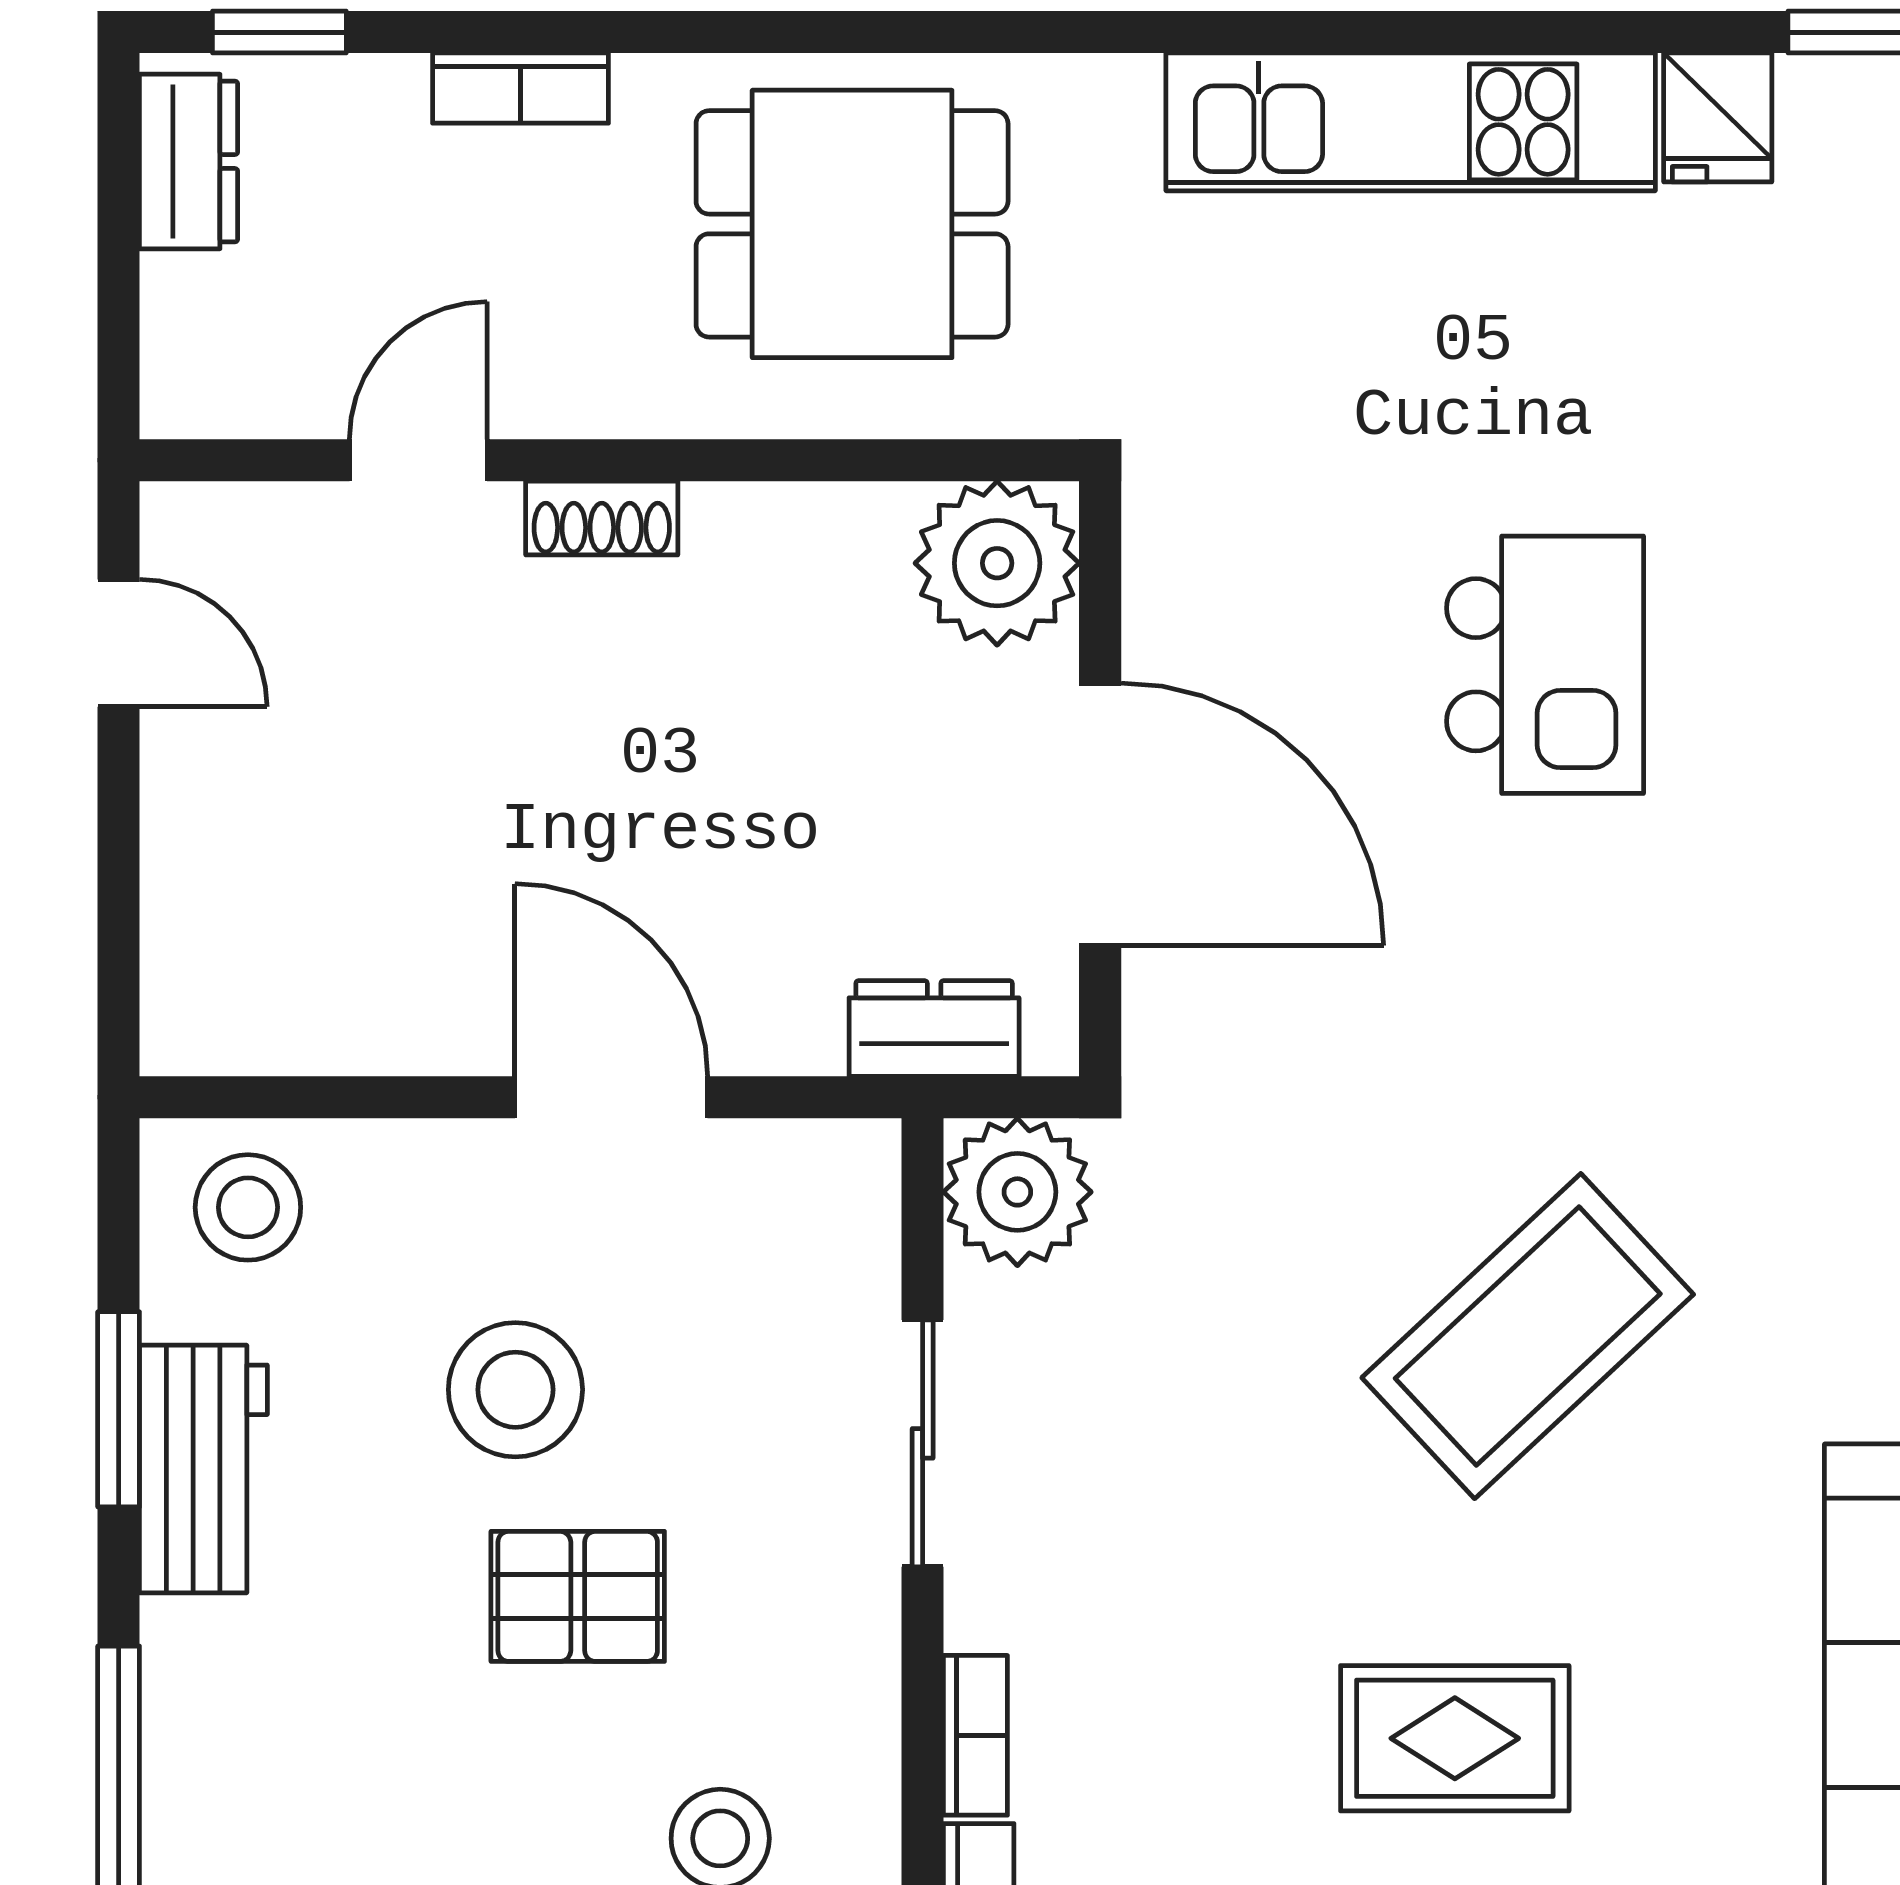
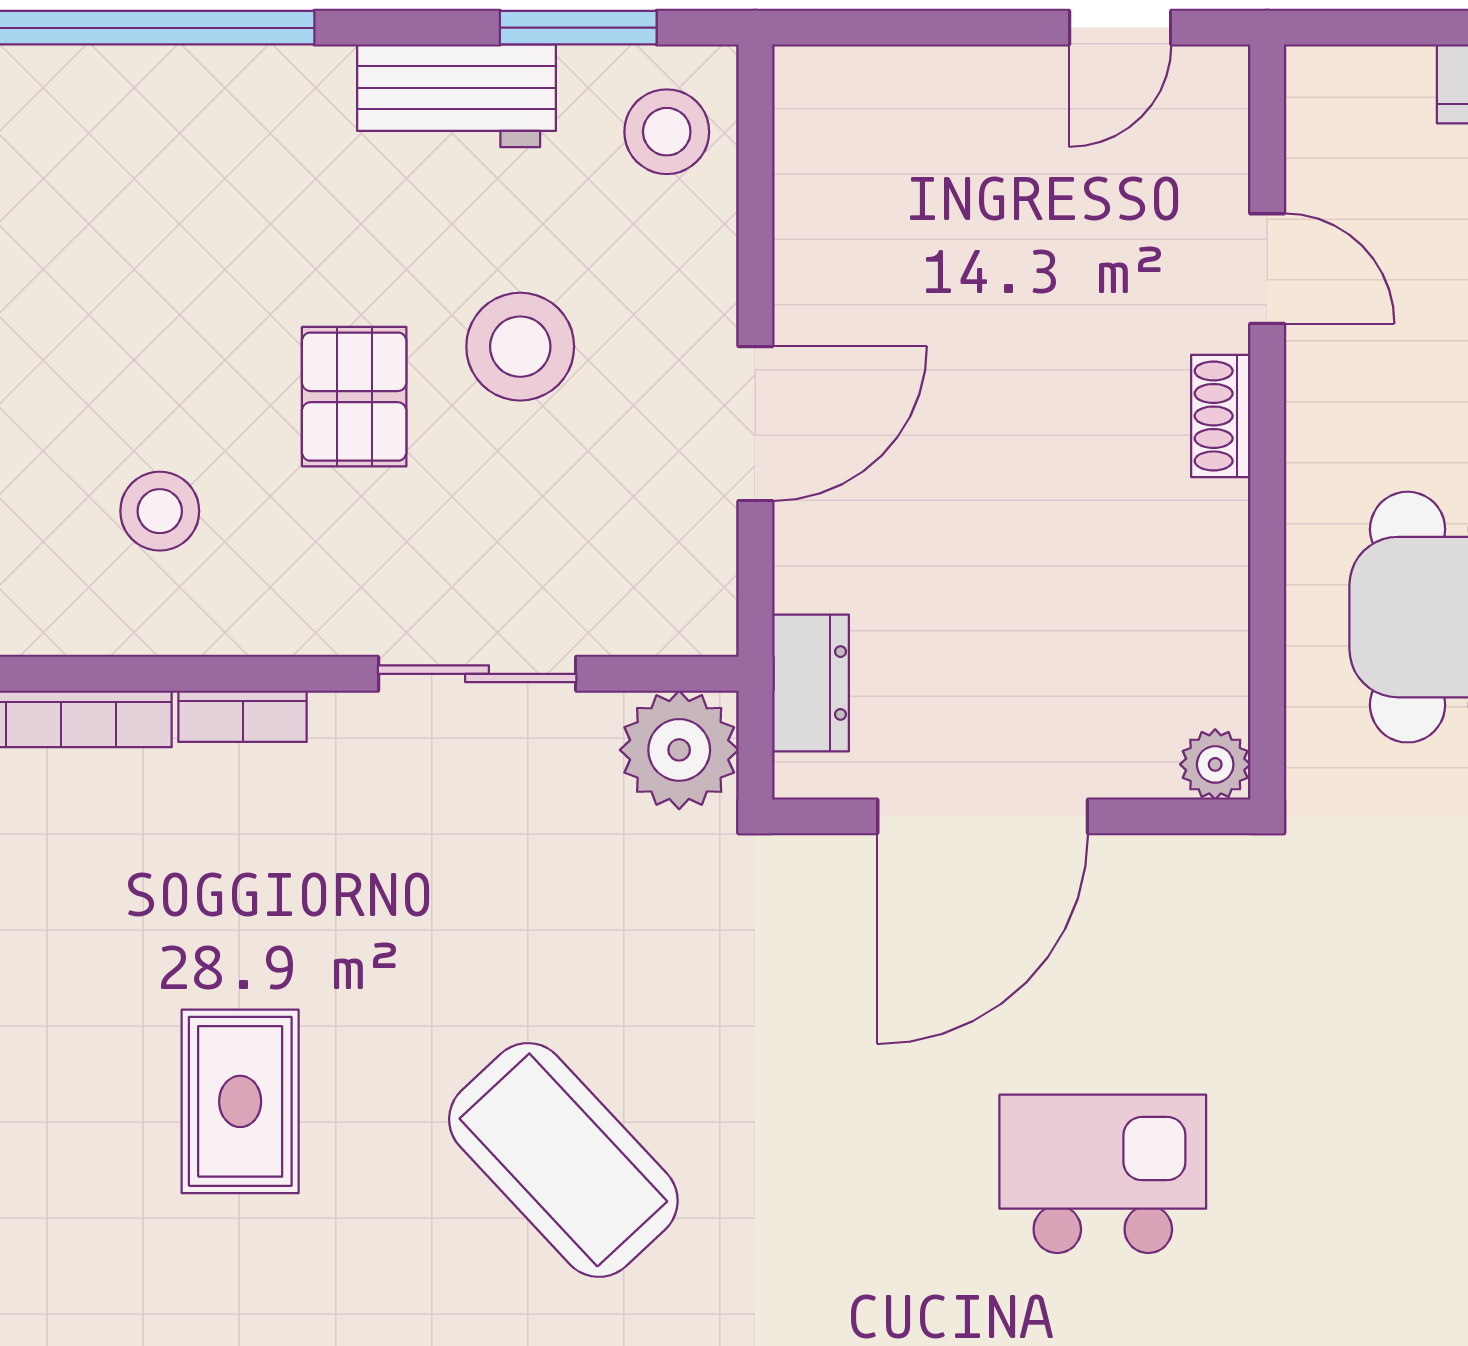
plant: (997, 563) -> (1215, 764), width x0.53, depth x0.53
kitchen island: (1545, 665) -> (1103, 1174), turned 180
window: (119, 1409) -> (578, 28), moved

